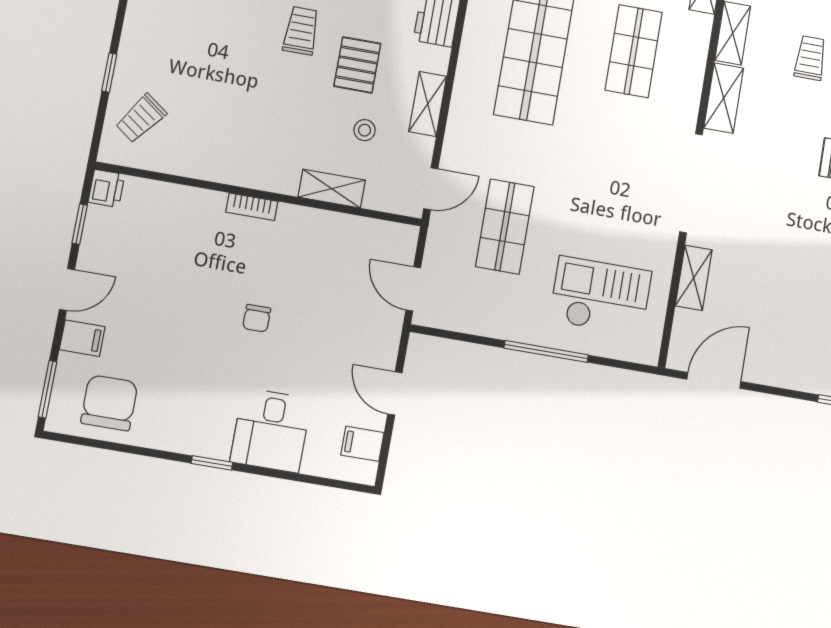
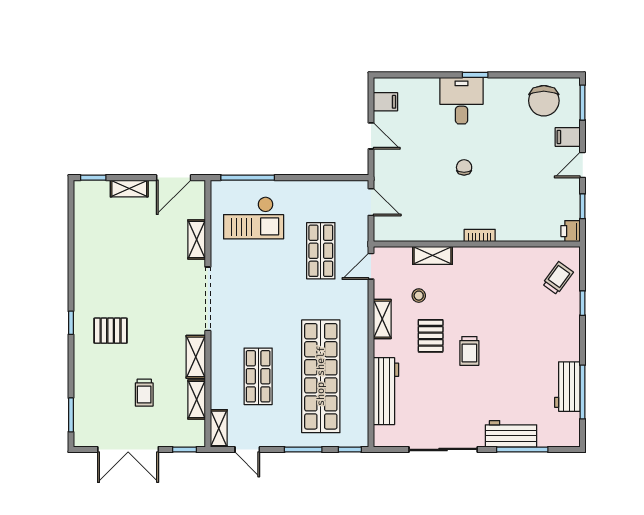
window: (546, 351) -> (248, 178), moved
shelving: (785, 375) -> (129, 189), added
desk: (271, 430) -> (461, 101), moved

